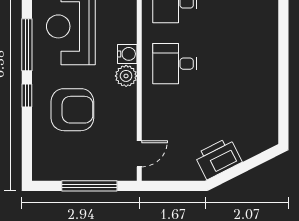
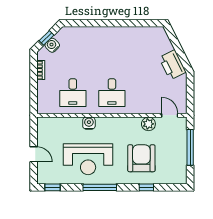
water cooler: (127, 54) -> (89, 123), moved
plant: (126, 76) -> (148, 124), moved
window: (27, 95) -> (146, 187), moved

